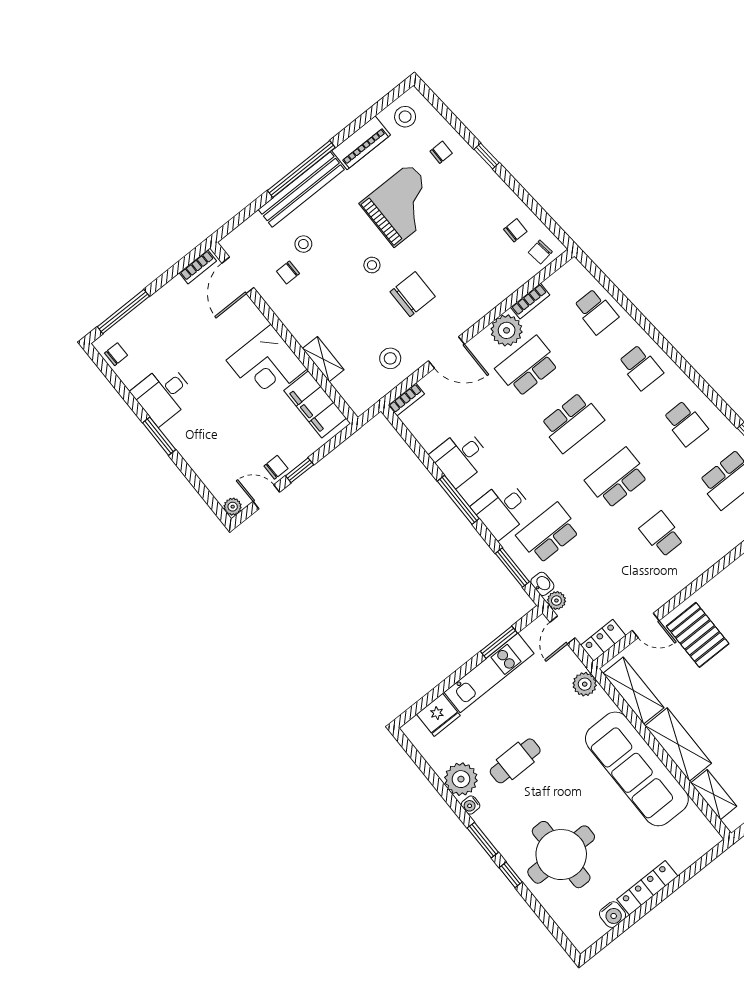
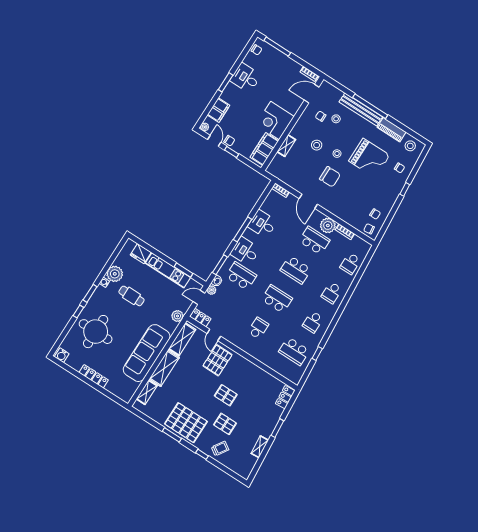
stool: (390, 358) -> (317, 145), moved
filing cabinet: (209, 468) -> (219, 110), added
water cooler: (613, 915) -> (62, 355), moved

